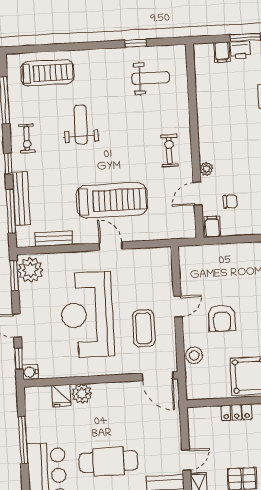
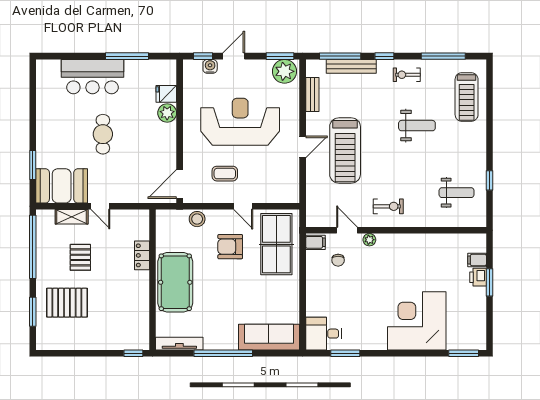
weight bench: (151, 78) -> (457, 193), turned -90
table tennis table: (217, 269) -> (276, 244), added
coffee table: (144, 328) -> (225, 174), width x0.73, depth x0.77
water cooler: (30, 372) -> (210, 66), moved
cafe table: (108, 462) -> (103, 134), width x0.73, depth x0.74

